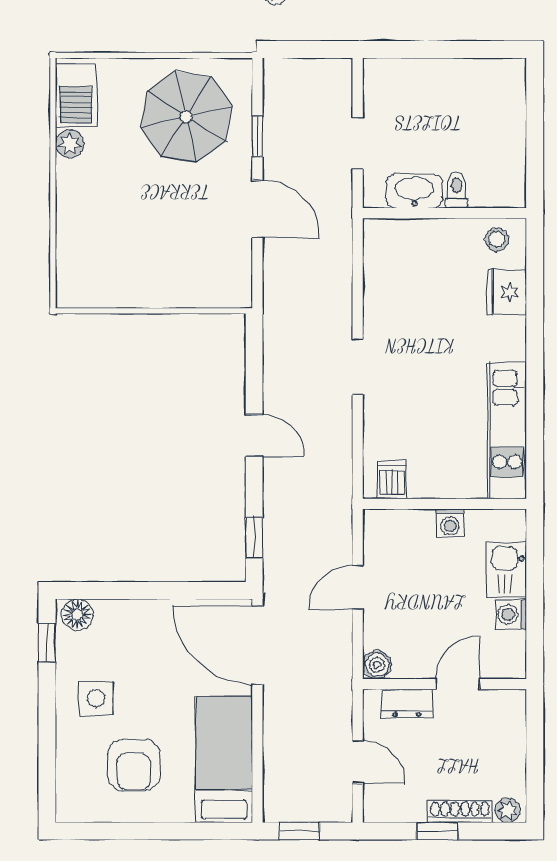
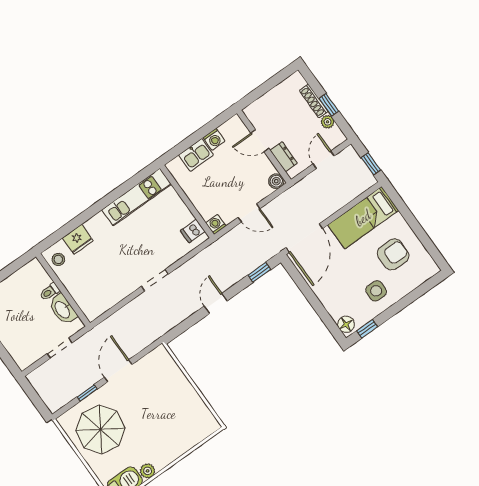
washing machine: (450, 523) -> (216, 224), moved, turned -90
plant: (508, 810) -> (328, 122), moved

